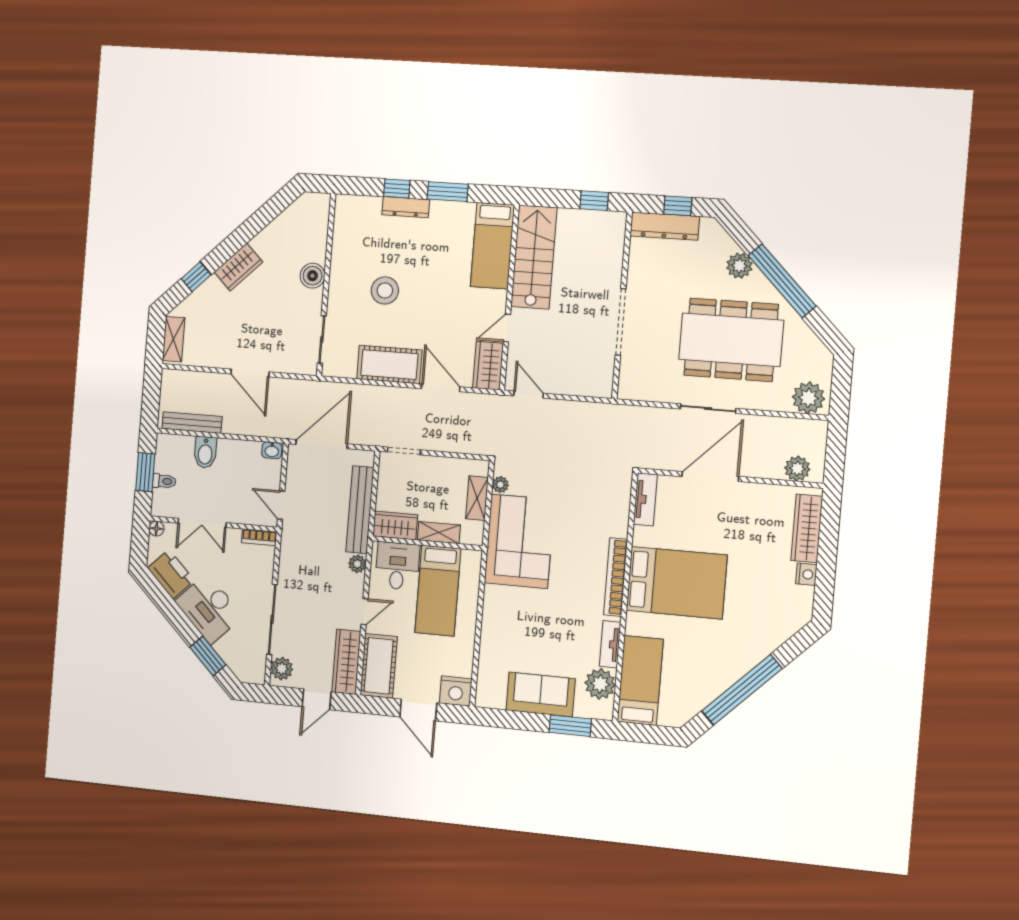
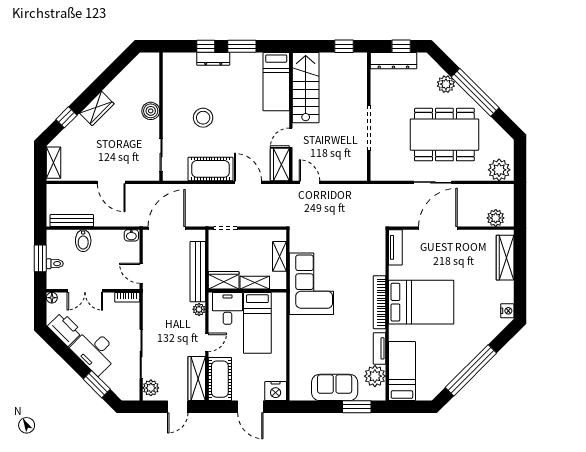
plant: (500, 485) -> (295, 246), removed
nightstand: (806, 574) -> (507, 311), moved

